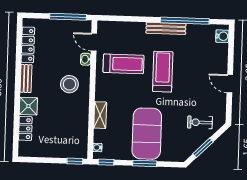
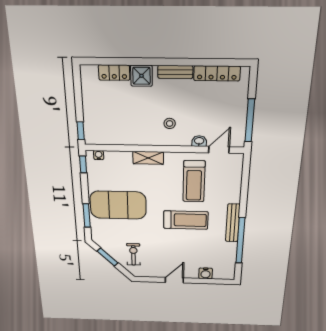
water cooler: (222, 36) -> (206, 273), moved
stool: (69, 84) -> (170, 123), width x0.53, depth x0.53
shelving: (100, 115) -> (148, 158), moved
window: (145, 163) -> (87, 216), moved

